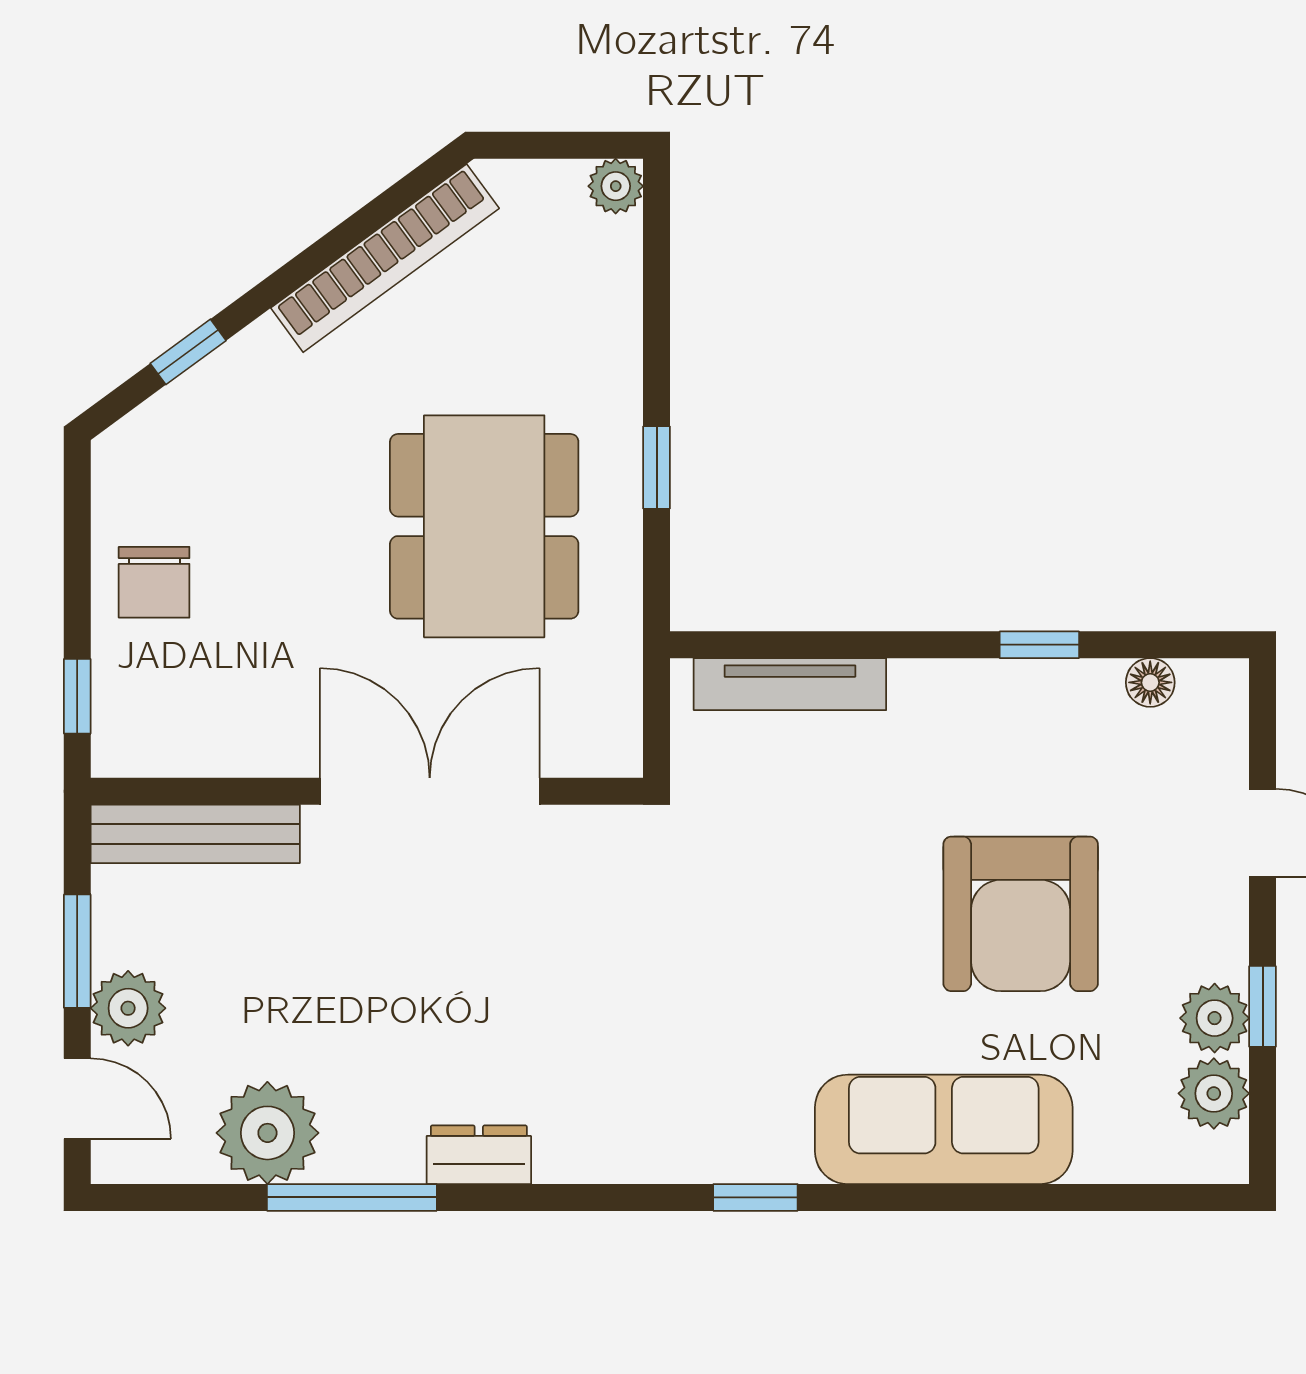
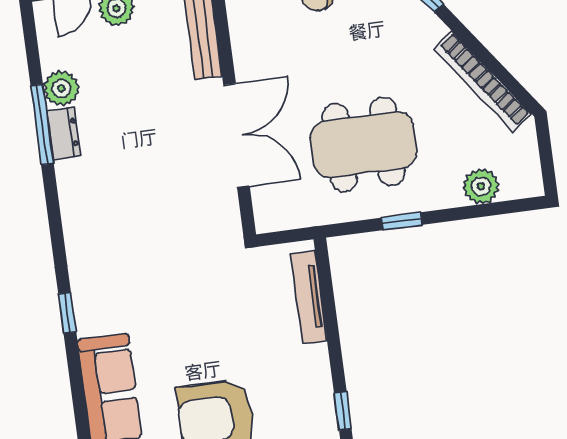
plant: (616, 186) -> (481, 186), moved, width x1.38, depth x1.38
plant: (267, 1133) -> (61, 88), width x0.73, depth x0.73
dresser: (479, 1155) -> (63, 133), moved

